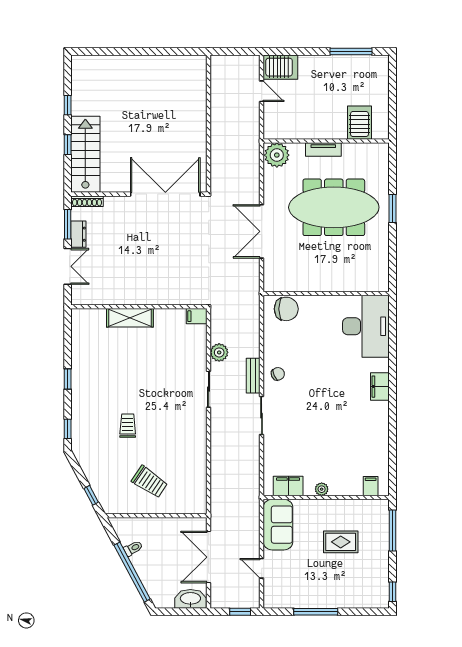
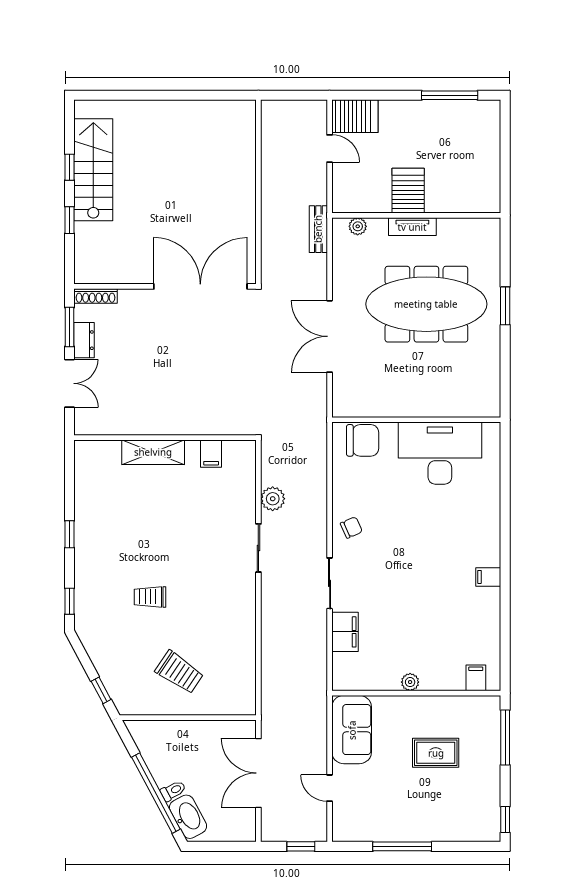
server rack: (359, 123) -> (408, 191), moved
stairs: (85, 154) -> (93, 170), moved
plant: (277, 155) -> (358, 226), width x0.53, depth x0.53
filing cabinet: (197, 316) -> (211, 454), moved, turned -90
desk: (366, 326) -> (440, 453), moved, turned -90
bench: (253, 376) -> (318, 229), moved
filing cabinet: (380, 387) -> (488, 577), moved, width x0.50
trolley: (128, 426) -> (150, 597), turned -90
filing cabinet: (288, 486) -> (345, 632), moved, turned 90
toilet: (133, 548) -> (173, 791), moved
washbasin: (190, 599) -> (188, 817), moved, turned 62

